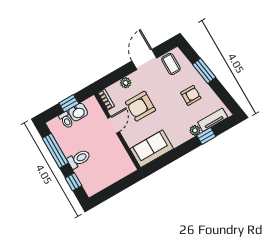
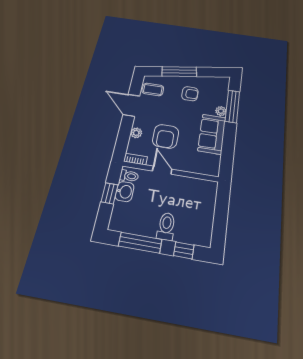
window: (204, 71) -> (179, 72), width x1.44
armchair: (191, 95) -> (190, 94), turned 90
toilet: (66, 120) -> (129, 176), moved
tv unit: (213, 120) -> (223, 93), removed
window: (206, 136) -> (232, 106), width x2.17
sofa: (152, 149) -> (212, 134), moved

